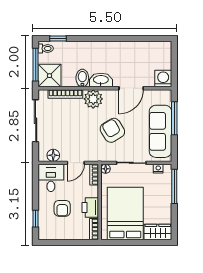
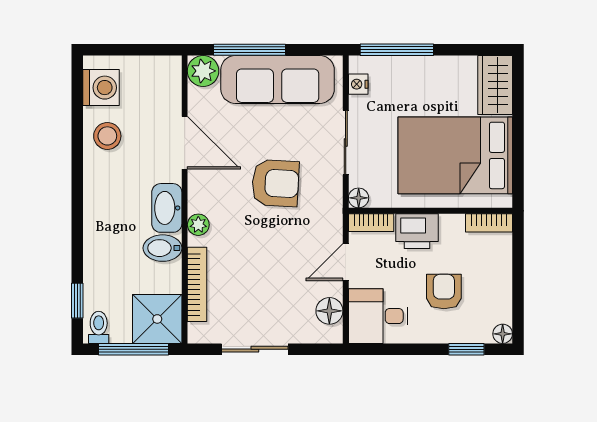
stool: (134, 52) -> (107, 136), added
washing machine: (163, 79) -> (101, 88), moved, turned 180
plant: (164, 97) -> (203, 71), added
plant: (93, 99) -> (198, 225), width x0.53, depth x0.53
sliding door: (36, 121) -> (255, 349), width x0.73
armchair: (112, 130) -> (275, 183), turned -146
door: (76, 163) -> (346, 262), swing flipped
armchair: (62, 208) -> (444, 292), turned -90
printer: (90, 208) -> (417, 231), moved
floor lamp: (43, 235) -> (503, 334), added

